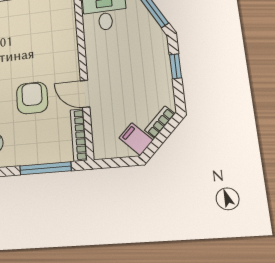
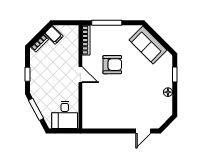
door: (85, 94) -> (80, 75), moved
armchair: (32, 98) -> (112, 65), turned -90

